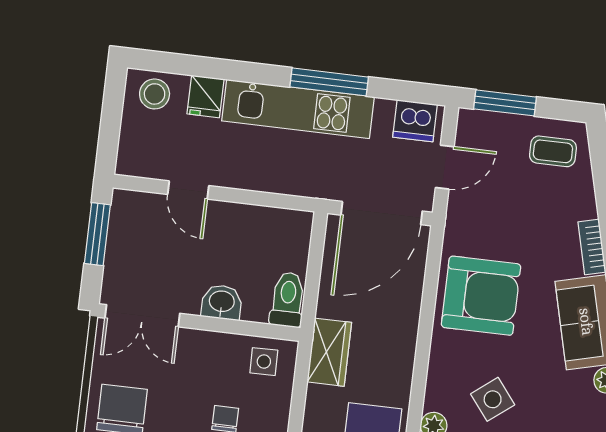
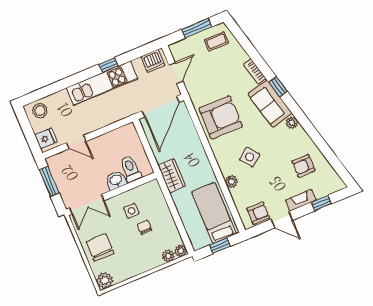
window: (329, 82) -> (109, 65), width x0.46
fridge: (205, 96) -> (46, 138), moved, turned -90
window: (505, 103) -> (197, 28), moved
toilet: (288, 300) -> (131, 169), moved
side table: (264, 362) -> (131, 211), moved

